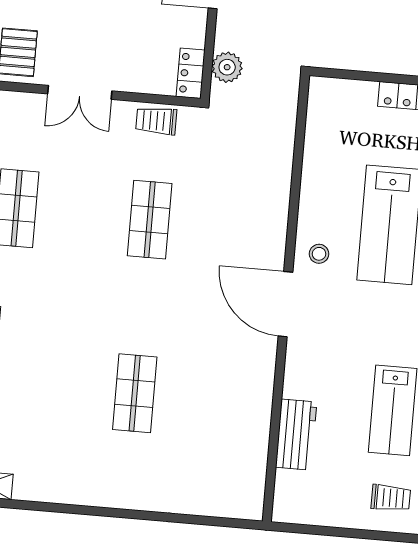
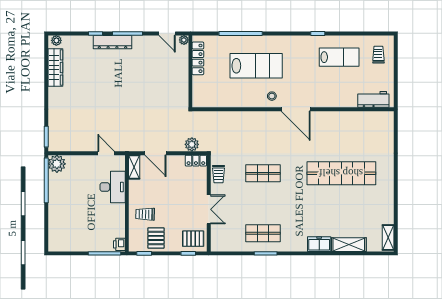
door: (285, 304) -> (296, 109), hinge flipped
shop shelf: (135, 393) -> (341, 173), width x2.00, depth x1.36
workbench: (296, 435) -> (373, 99), moved

